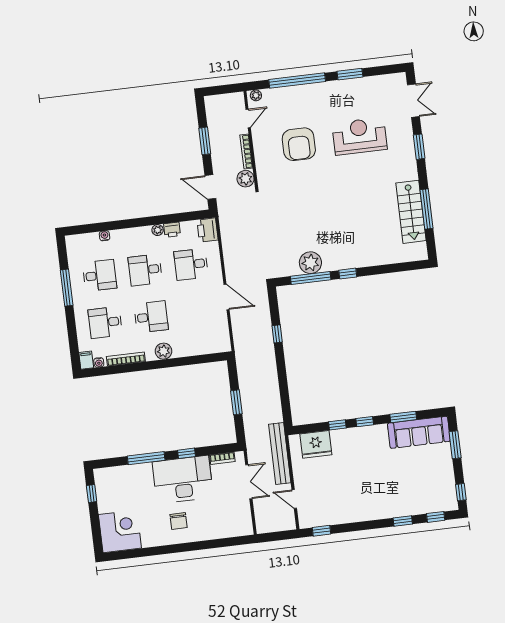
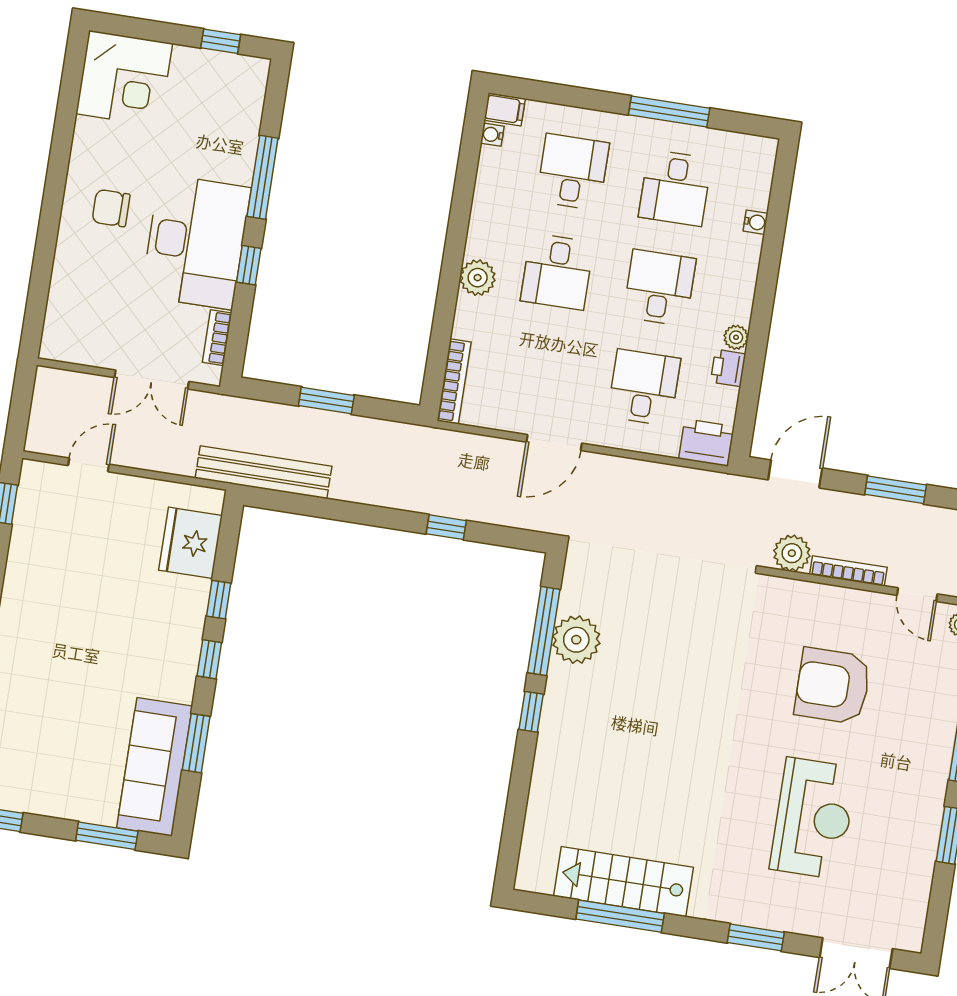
bookcase: (126, 359) -> (454, 381), moved
bench: (280, 453) -> (263, 472), moved

